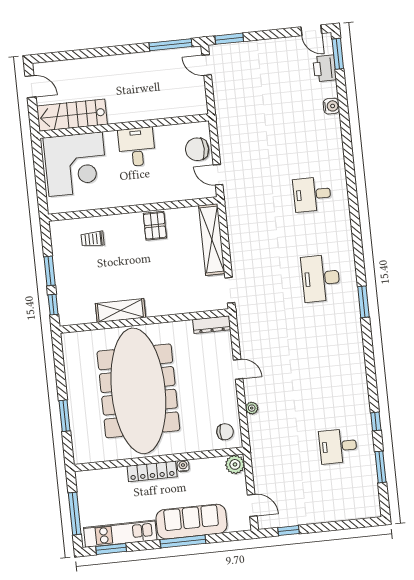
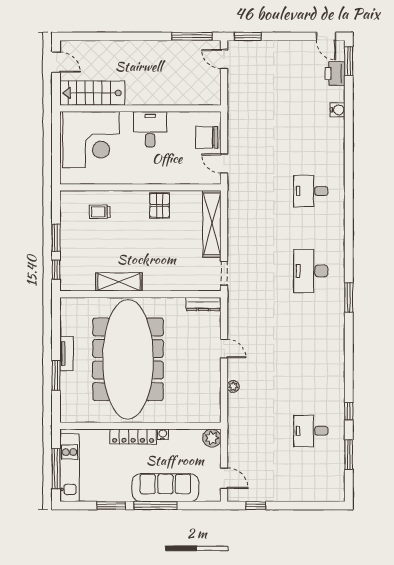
tv unit: (73, 392) -> (67, 354), added
chair: (225, 432) -> (206, 406), removed
kitchen unit: (120, 534) -> (70, 468), moved, turned 90
window: (111, 549) -> (111, 506), moved

